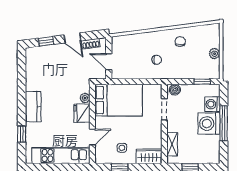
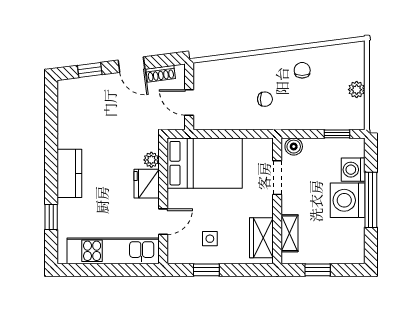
wardrobe: (149, 156) -> (261, 238), moved, turned -90

